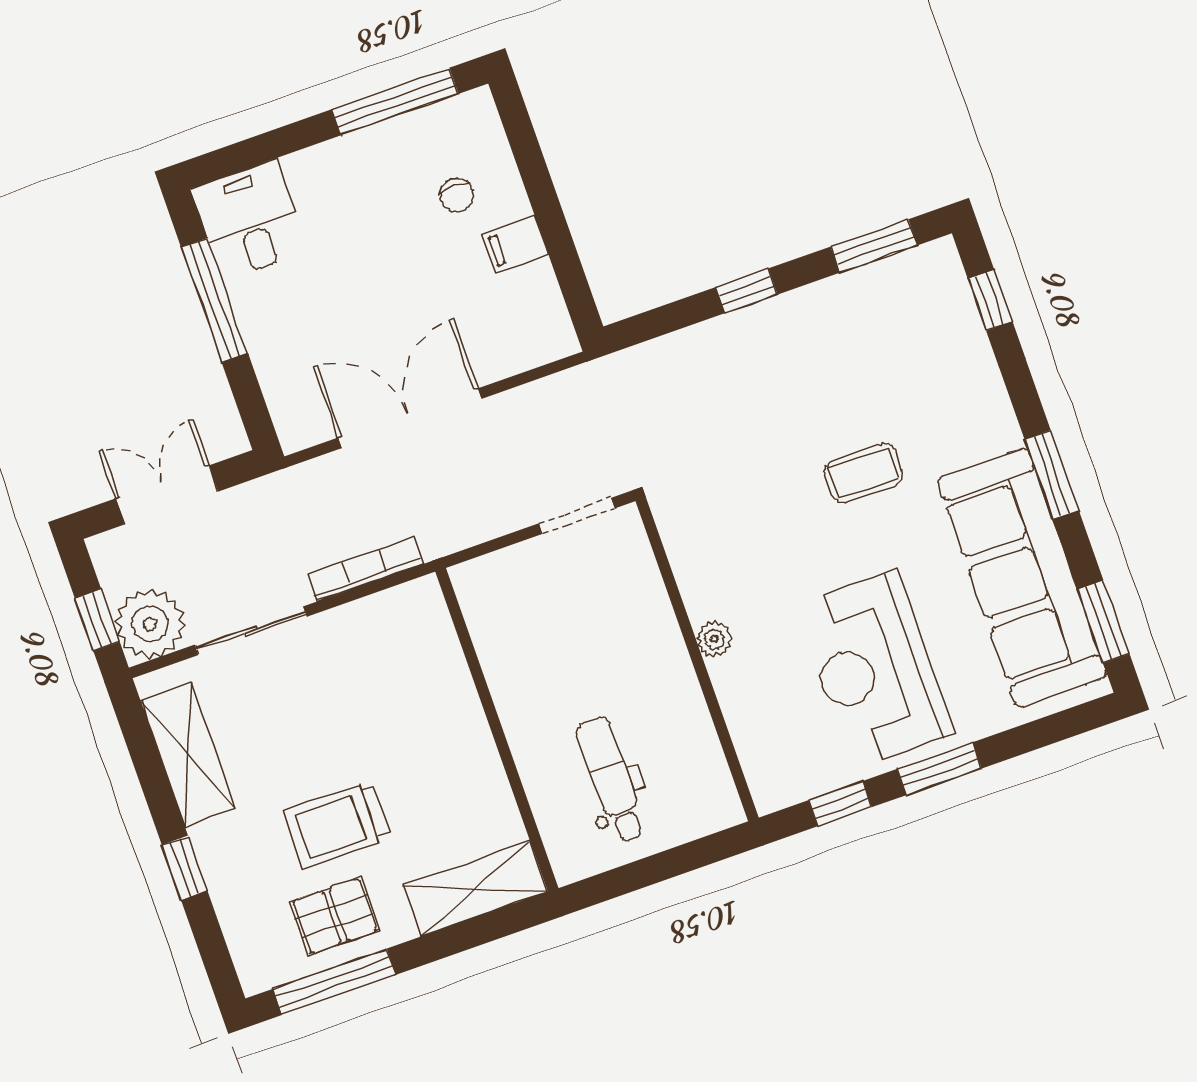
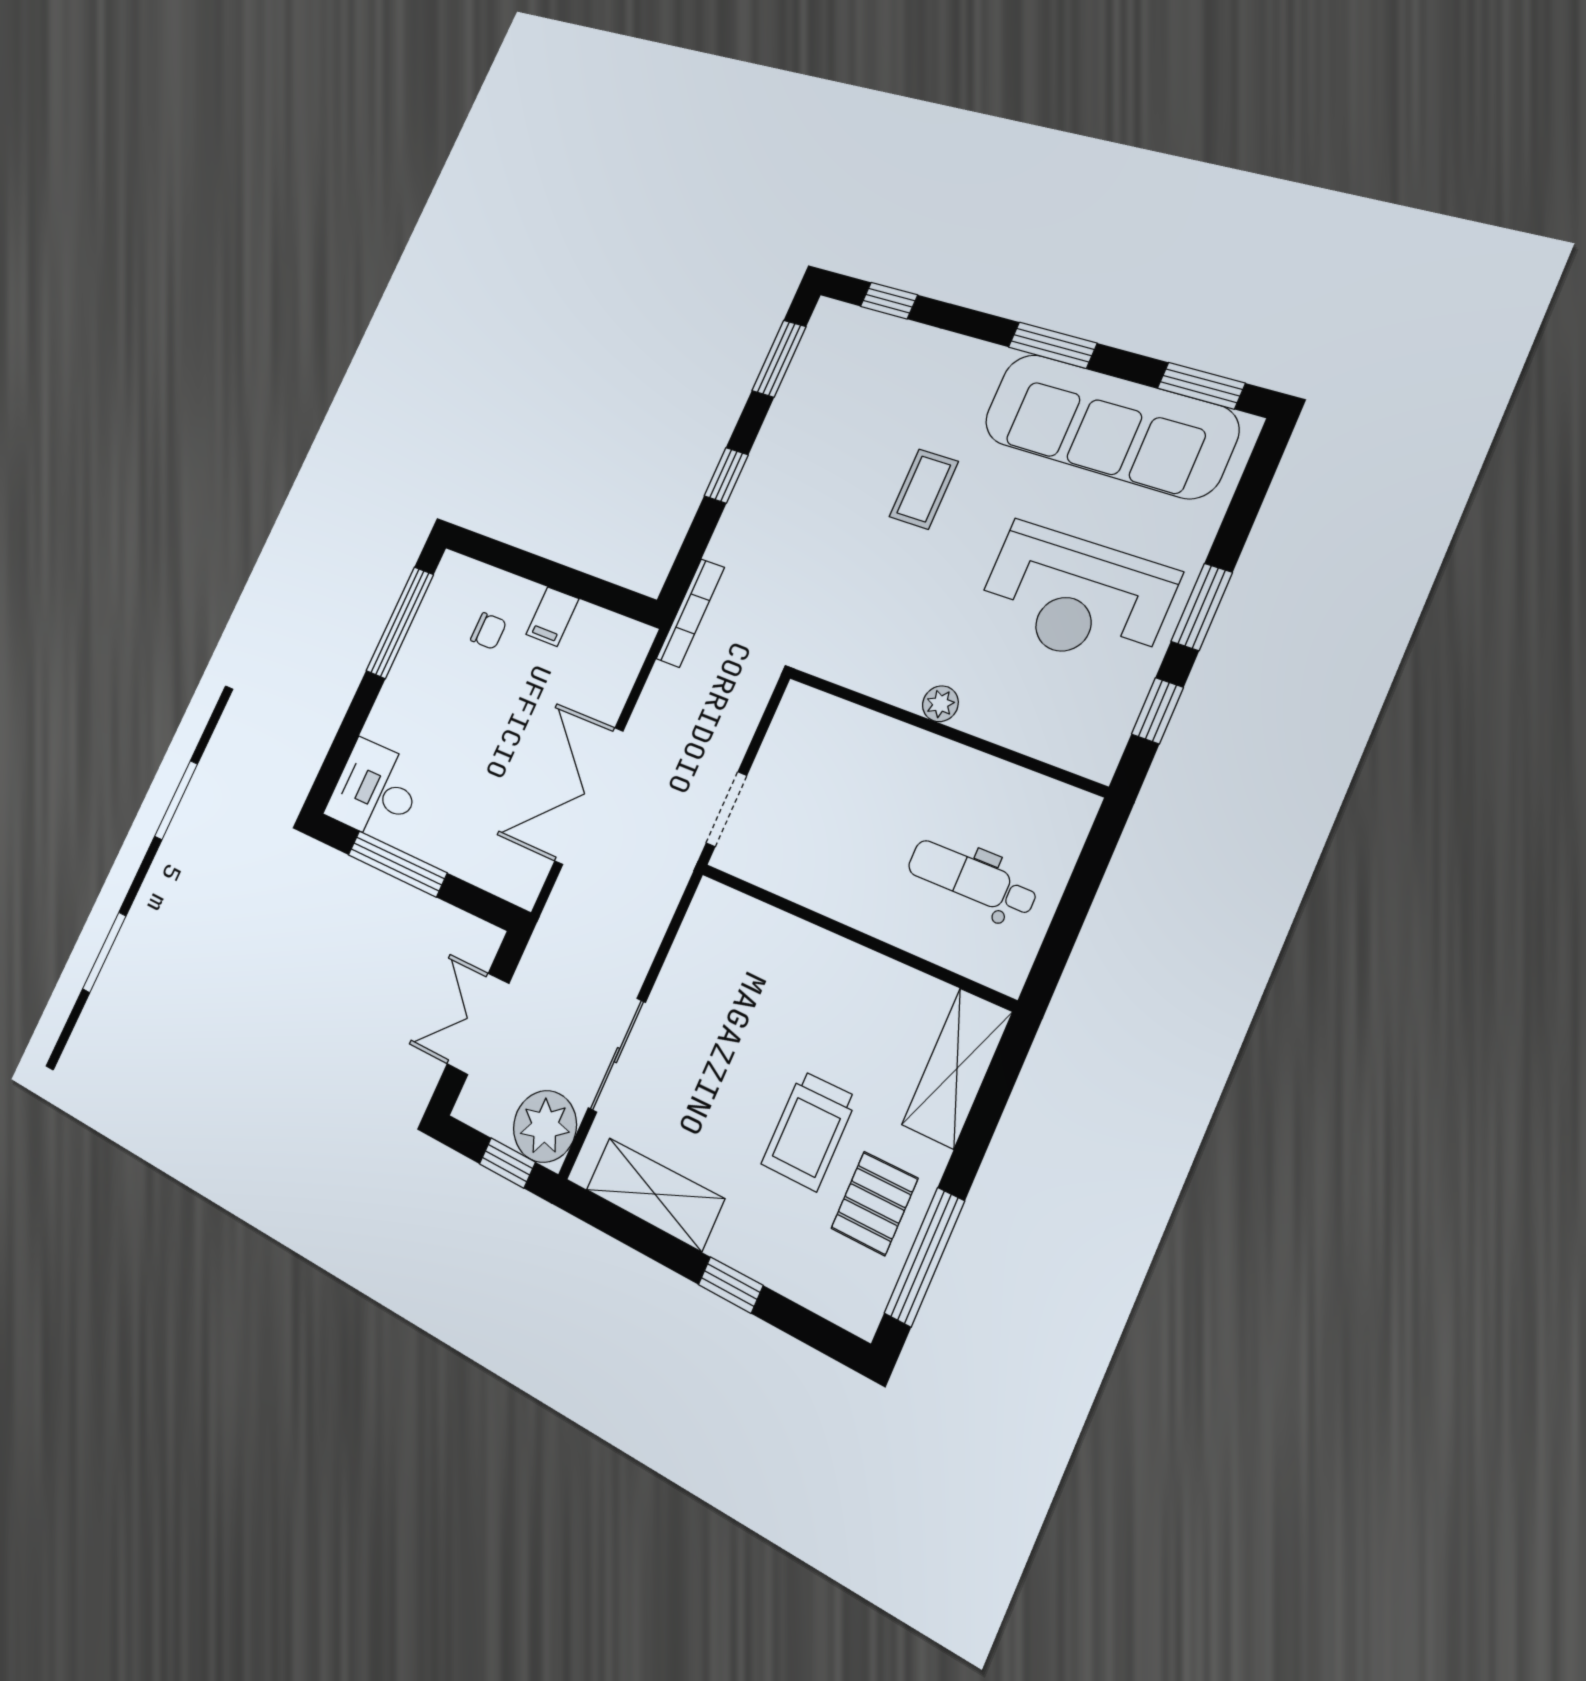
doorway: (577, 516) -> (727, 809), moved
bookcase: (365, 569) -> (690, 613), moved, turned 180

